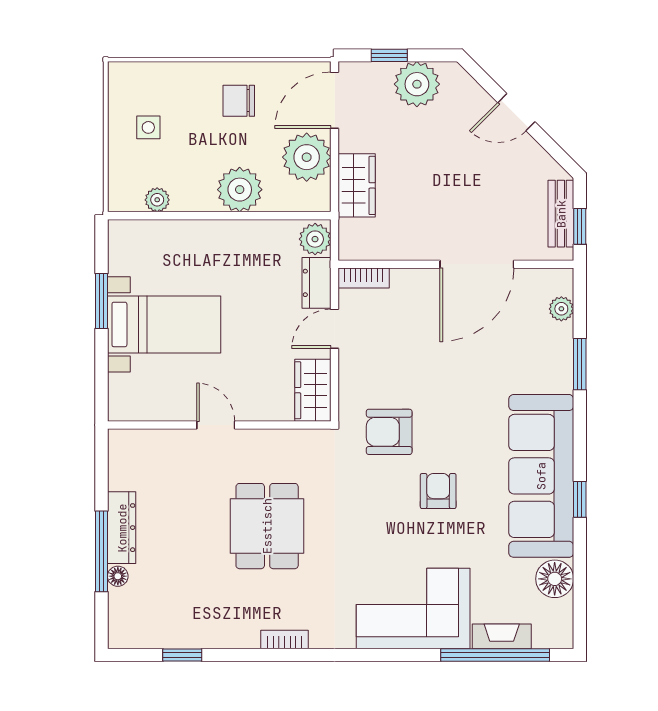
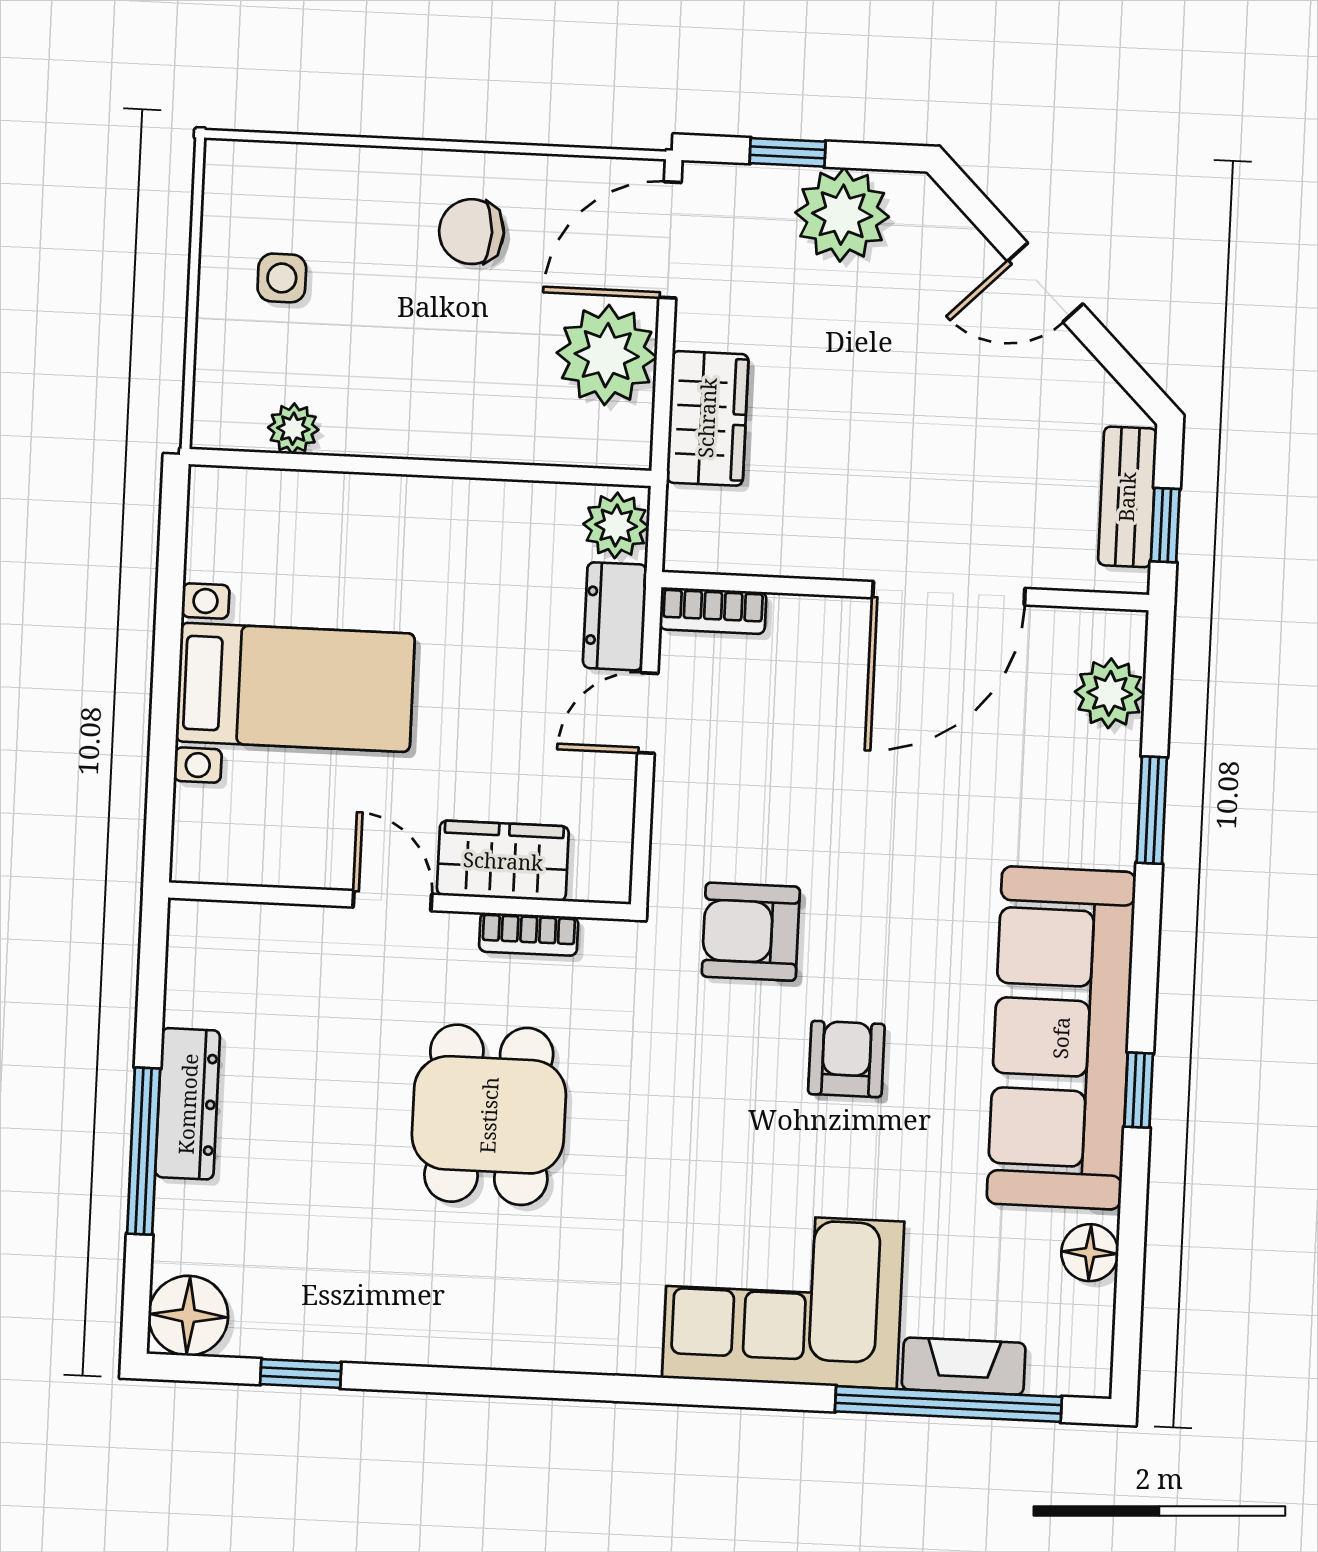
plant: (240, 190) -> (465, 416), removed
window: (101, 301) -> (168, 633), removed
plant: (561, 309) -> (1110, 693), width x1.38, depth x1.38
wardrobe: (313, 390) -> (503, 861), moved, turned 90
floor lamp: (118, 576) -> (188, 1316), moved, width x1.89, depth x1.89
floor lamp: (555, 579) -> (1090, 1253), width x0.73, depth x0.73
bookcase: (285, 639) -> (529, 934), moved, turned 180

